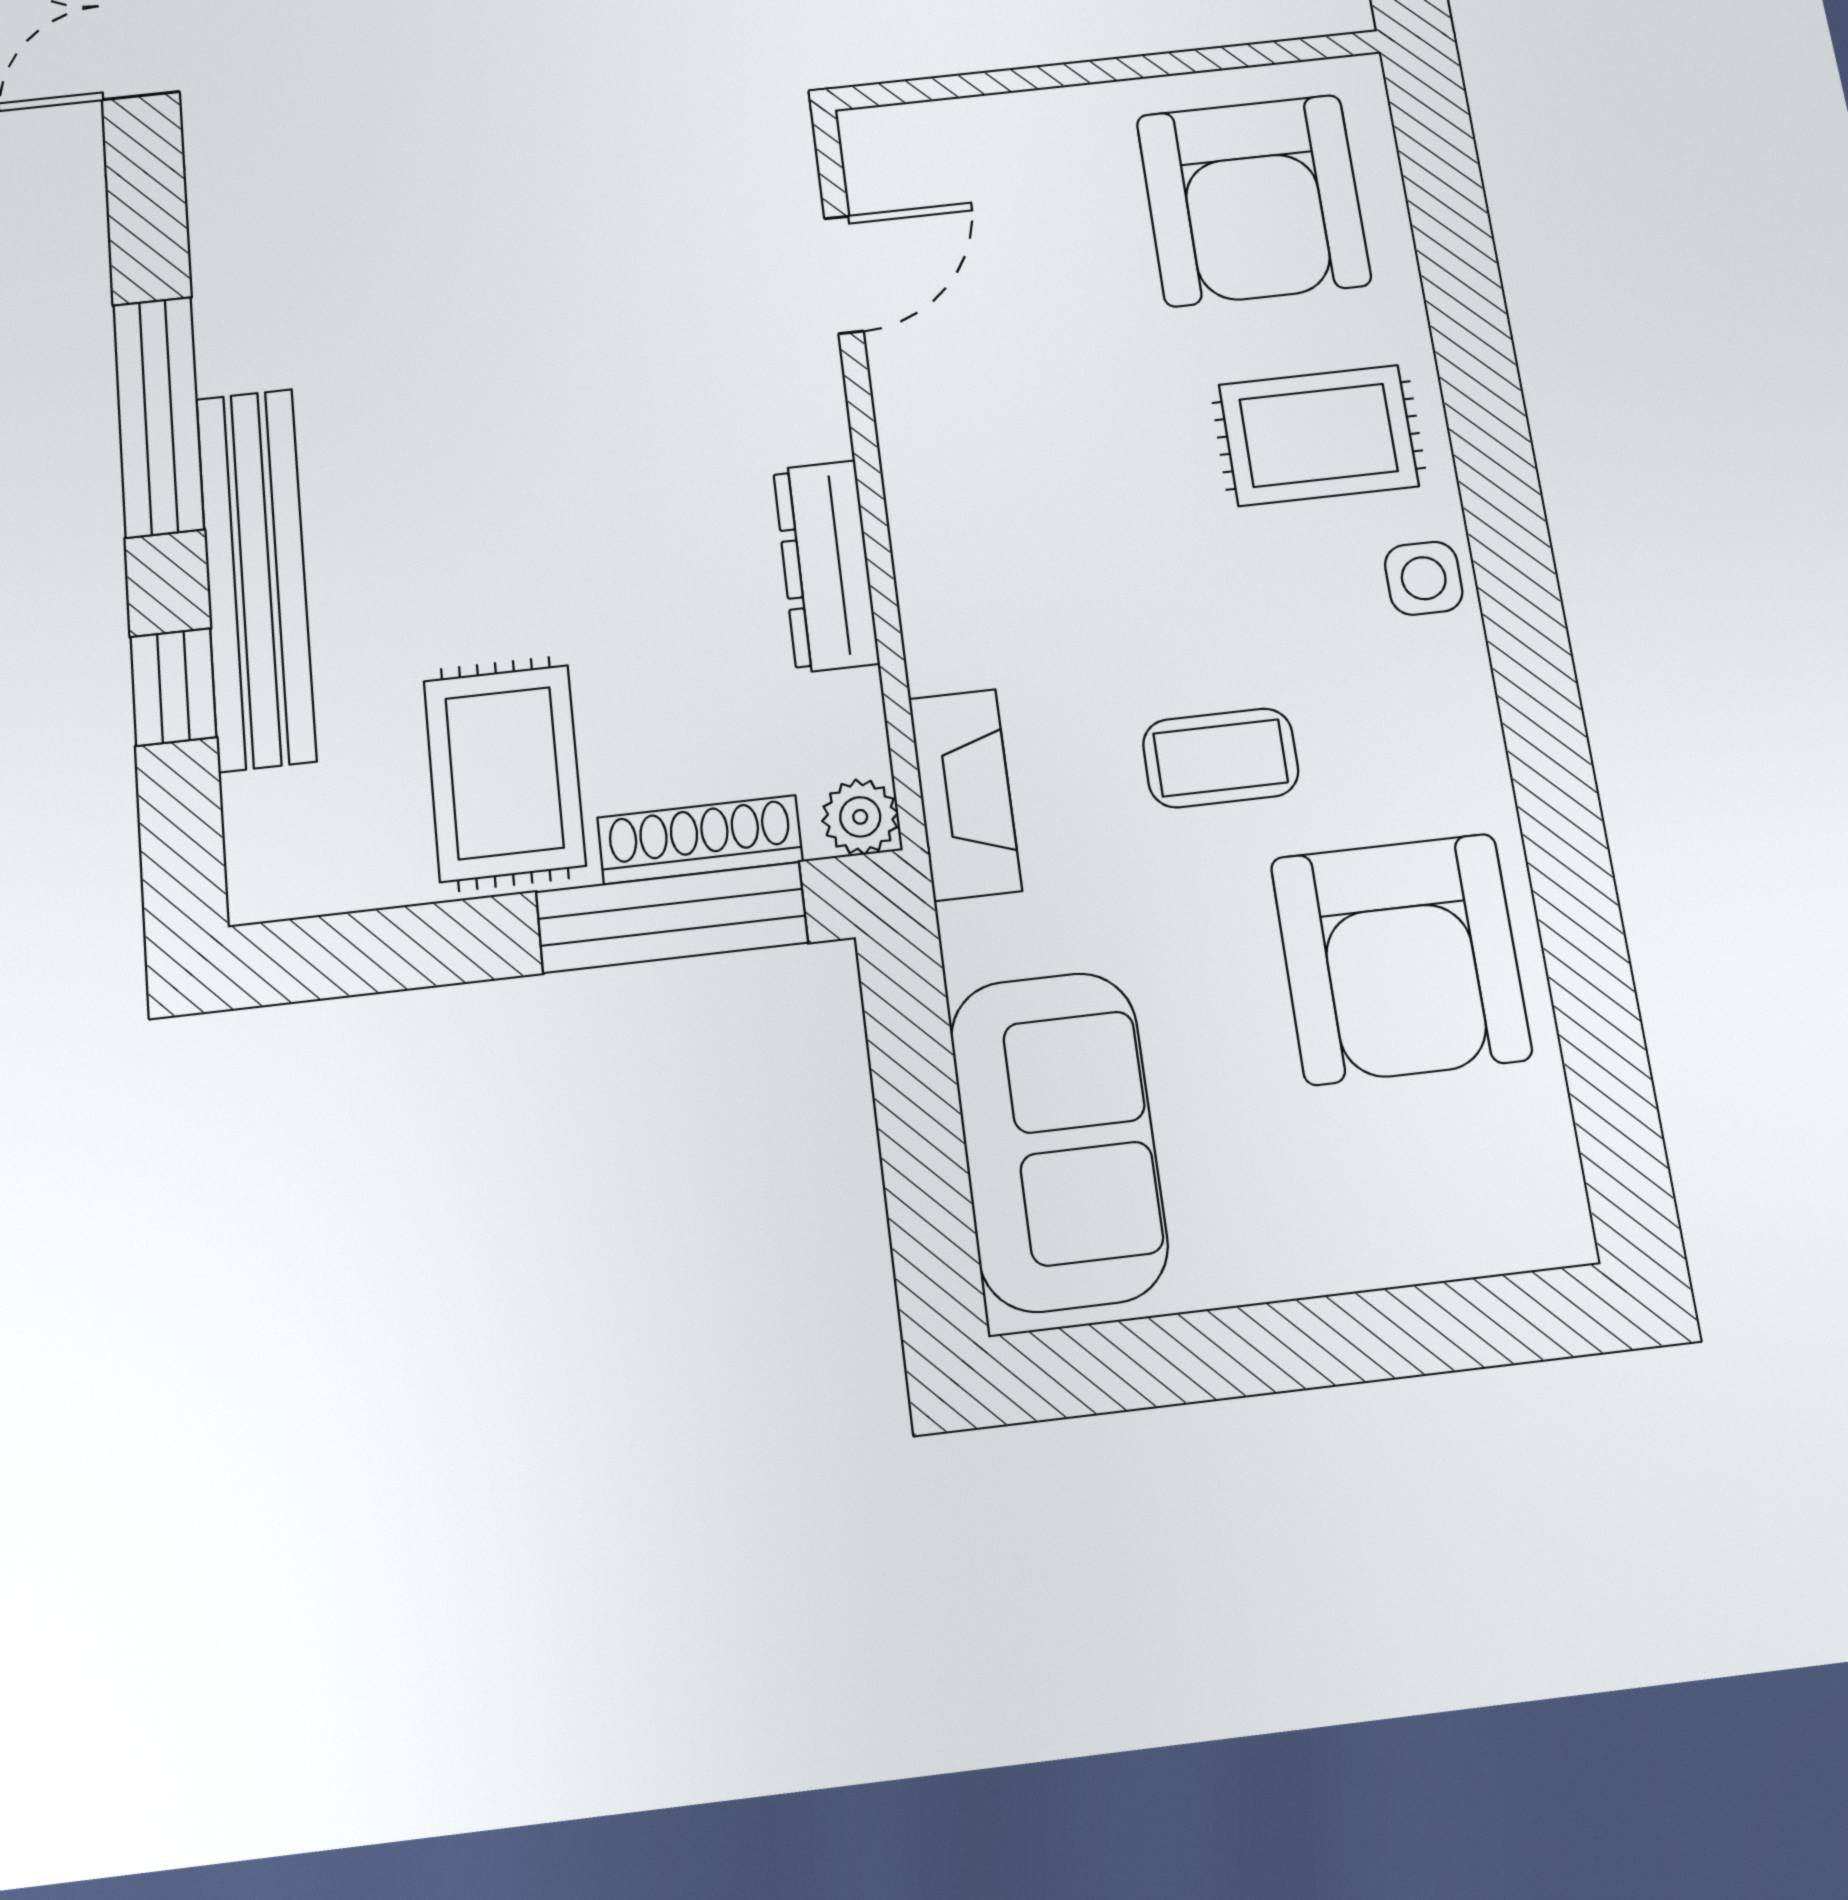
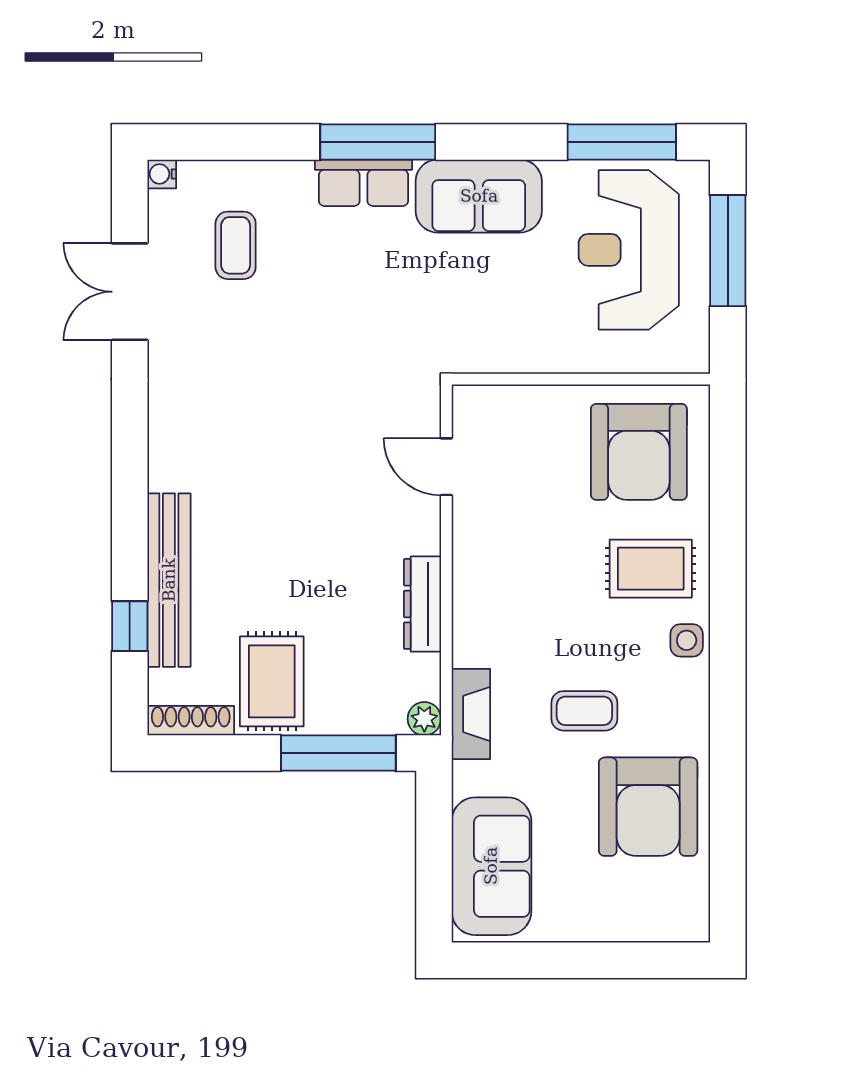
door: (844, 275) -> (446, 467), swing flipped
window: (158, 416) -> (130, 499), removed
shoe rack: (700, 840) -> (191, 721), moved

